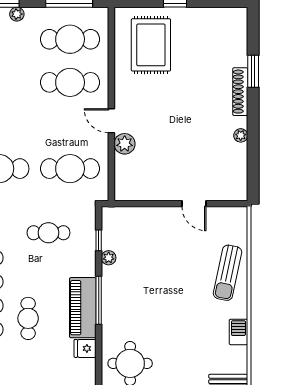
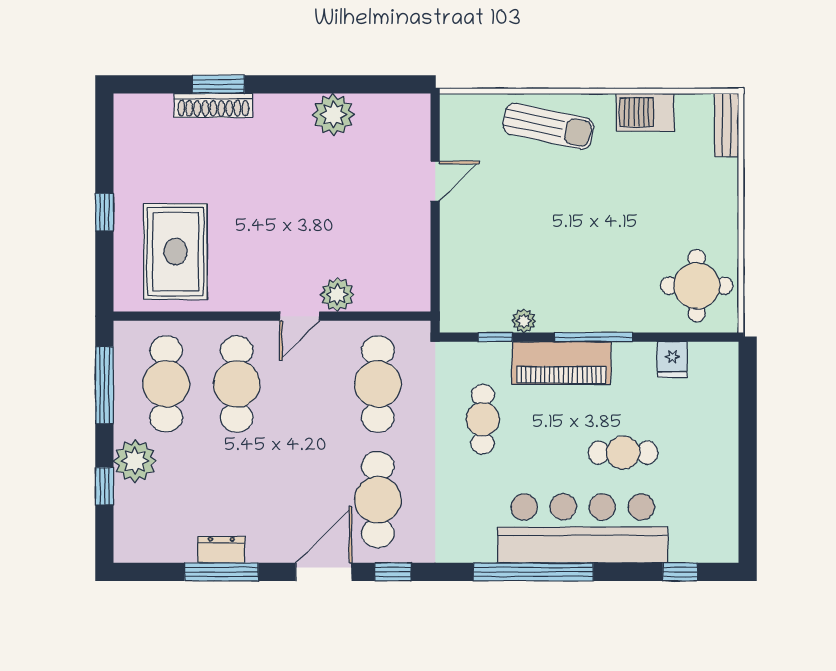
plant: (17, 14) -> (135, 461), width x1.87, depth x1.87
rug: (151, 45) -> (175, 252), turned 90
shoe rack: (240, 92) -> (213, 105), moved
plant: (241, 135) -> (333, 114), width x1.88, depth x1.88
piano: (83, 308) -> (561, 363), moved
barbecue: (238, 332) -> (645, 112), width x1.38, depth x1.27

